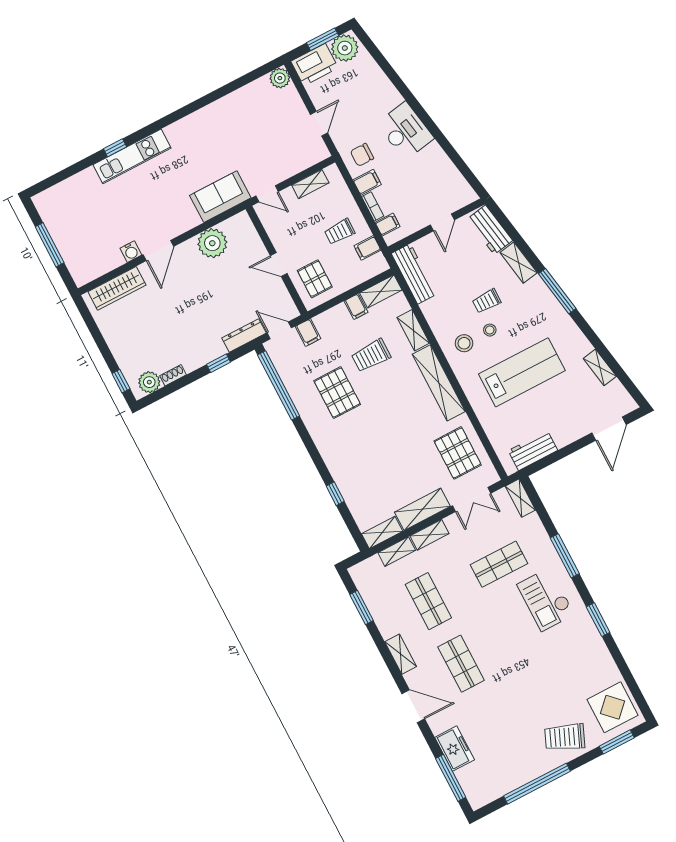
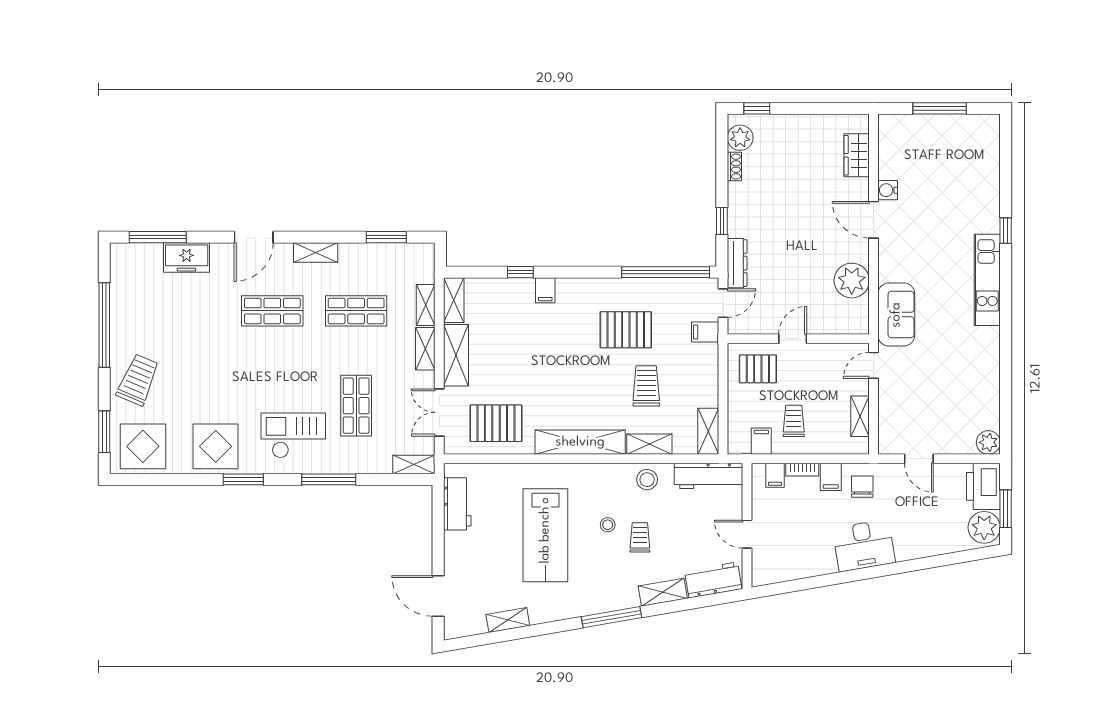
kitchen unit: (132, 156) -> (987, 280), moved
wardrobe: (117, 288) -> (857, 155), width x0.67
filing cabinet: (356, 307) -> (545, 290), moved, turned -90
stool: (464, 343) -> (647, 480), moved
display table: (584, 653) -> (216, 446), added

